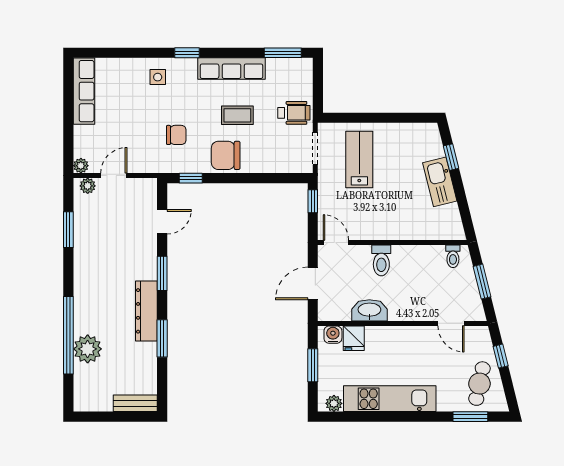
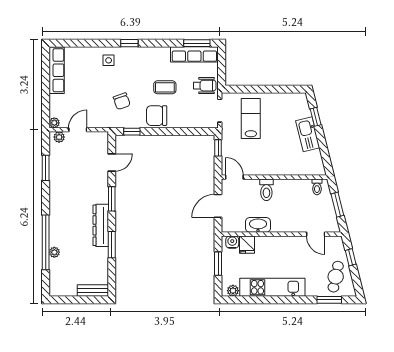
row of seats: (232, 69) -> (194, 54), moved
chair: (176, 135) -> (122, 101), turned 71
plant: (88, 349) -> (54, 252), width x0.53, depth x0.53

